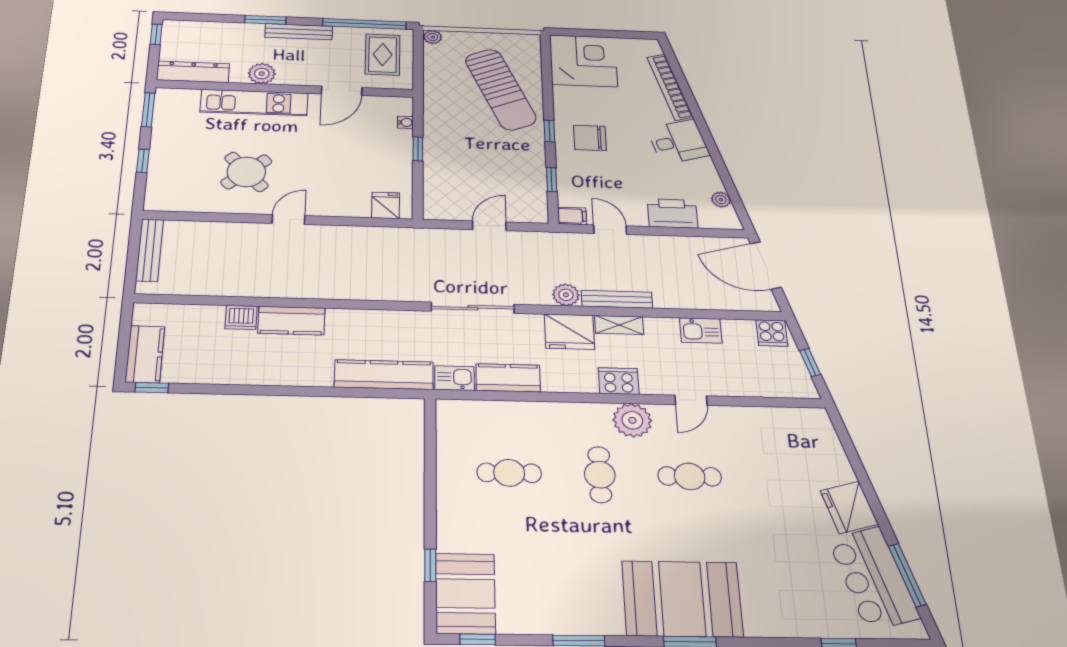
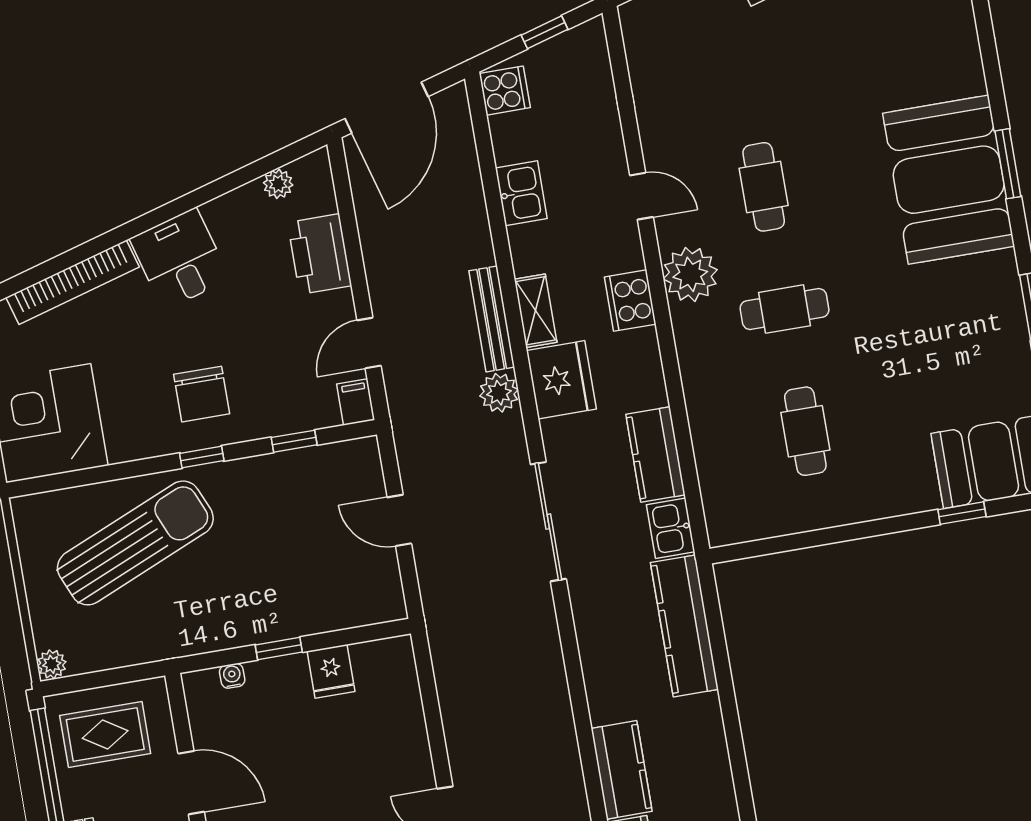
fridge: (386, 205) -> (331, 671), moved, turned -90

